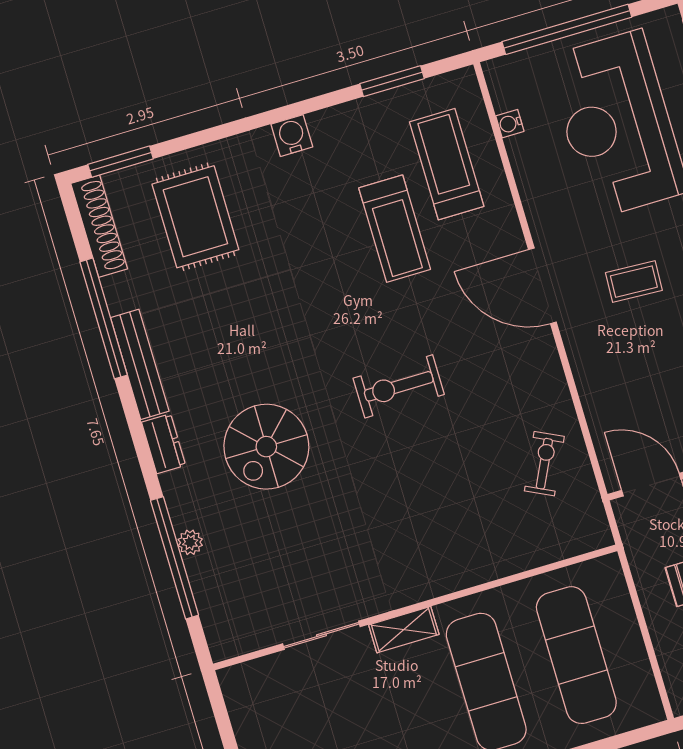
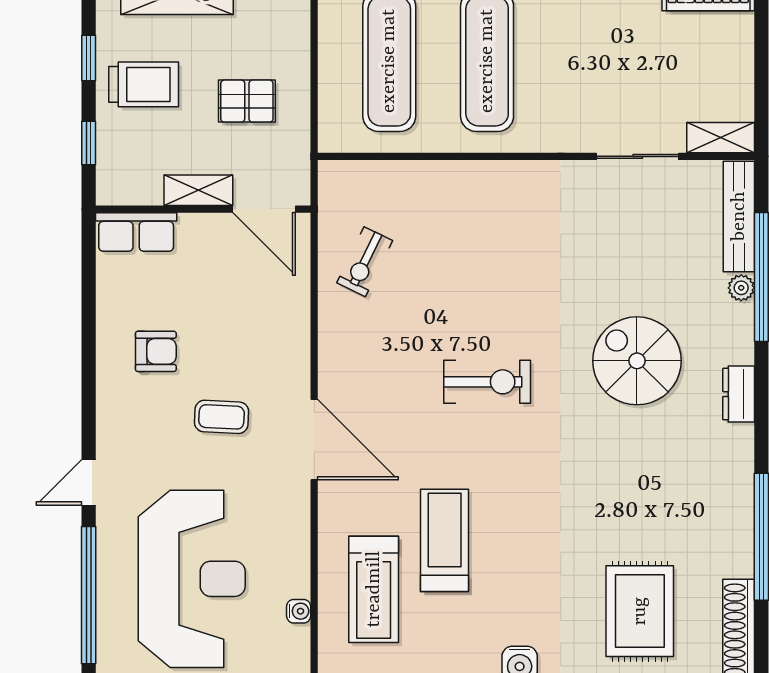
bench: (140, 364) -> (739, 216), moved
spiral stairs: (266, 447) -> (637, 361), turned -90
shelving: (404, 630) -> (721, 138), moved

